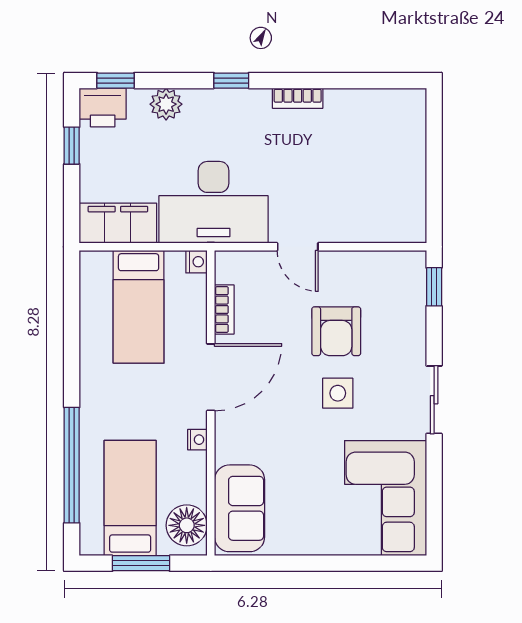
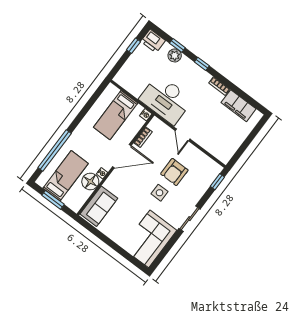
window: (116, 81) -> (177, 45), moved
filing cabinet: (118, 223) -> (239, 106), moved, turned 180
floor lamp: (187, 525) -> (90, 182), moved

